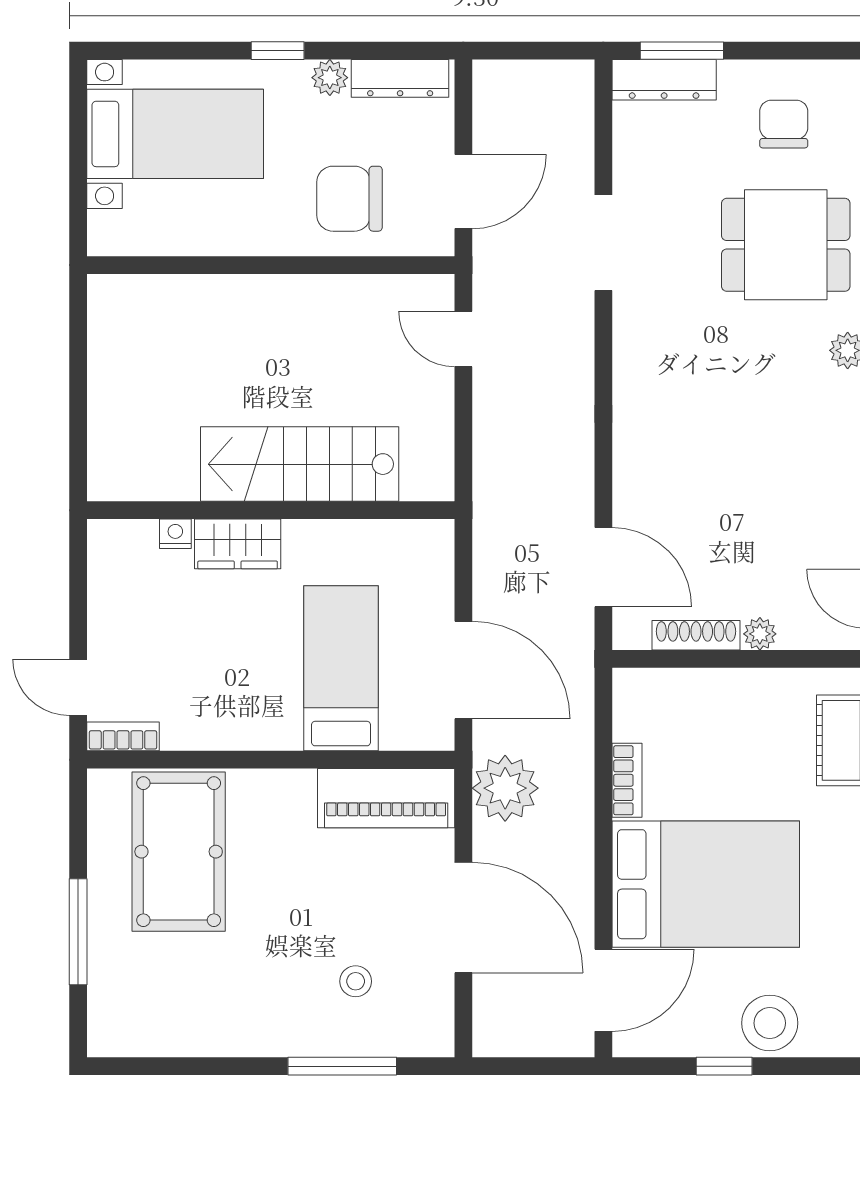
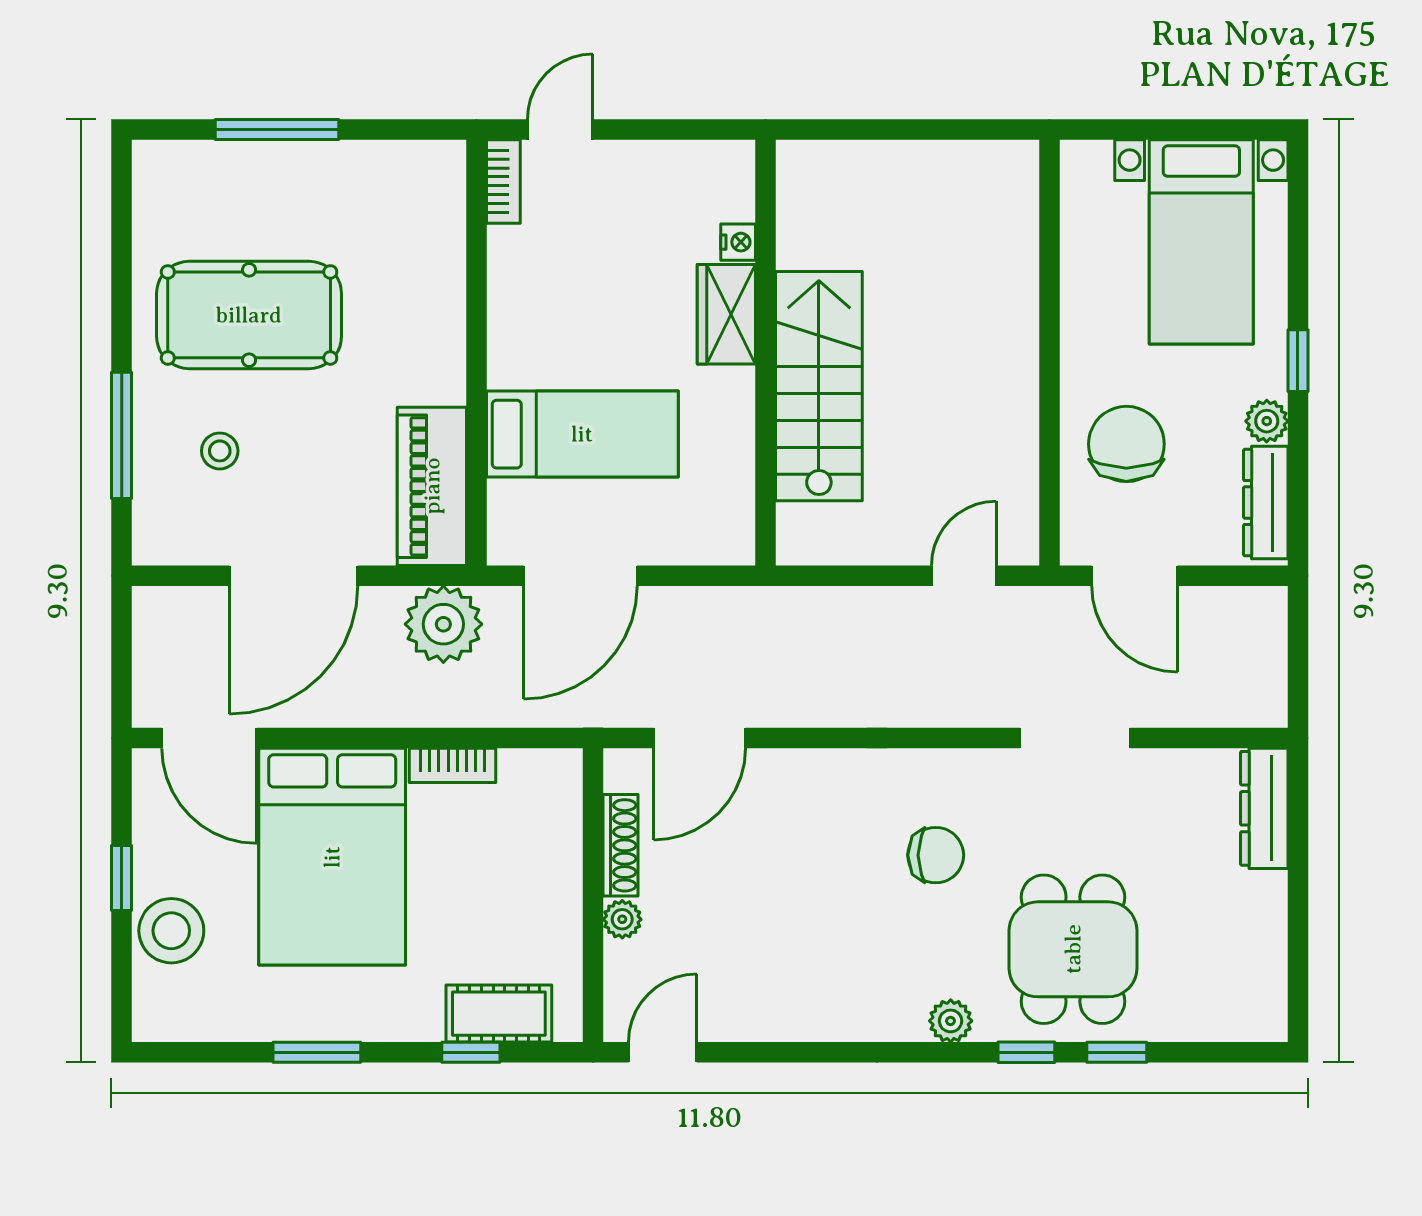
window: (682, 51) -> (1298, 829), removed
chair: (784, 124) -> (936, 855), moved
pool table: (179, 852) -> (249, 315), moved

